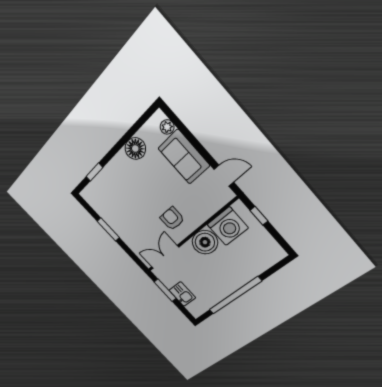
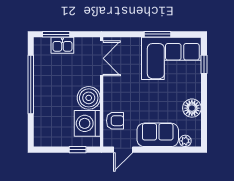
corner sofa: (115, 203) -> (171, 58), added
armchair: (172, 219) -> (115, 121), moved
window: (165, 290) -> (56, 34), moved

